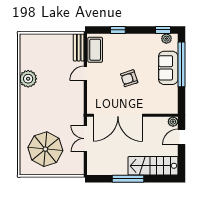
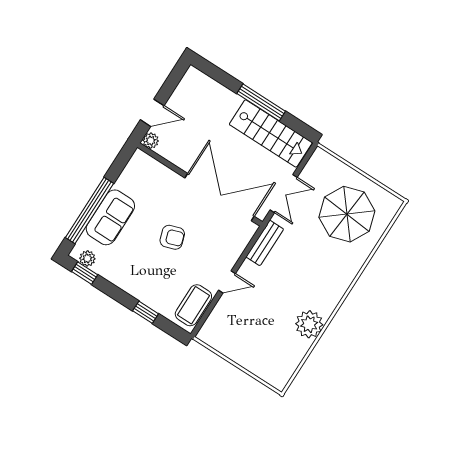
bench: (79, 47) -> (265, 243), moved
stairs: (153, 166) -> (271, 133), moved

